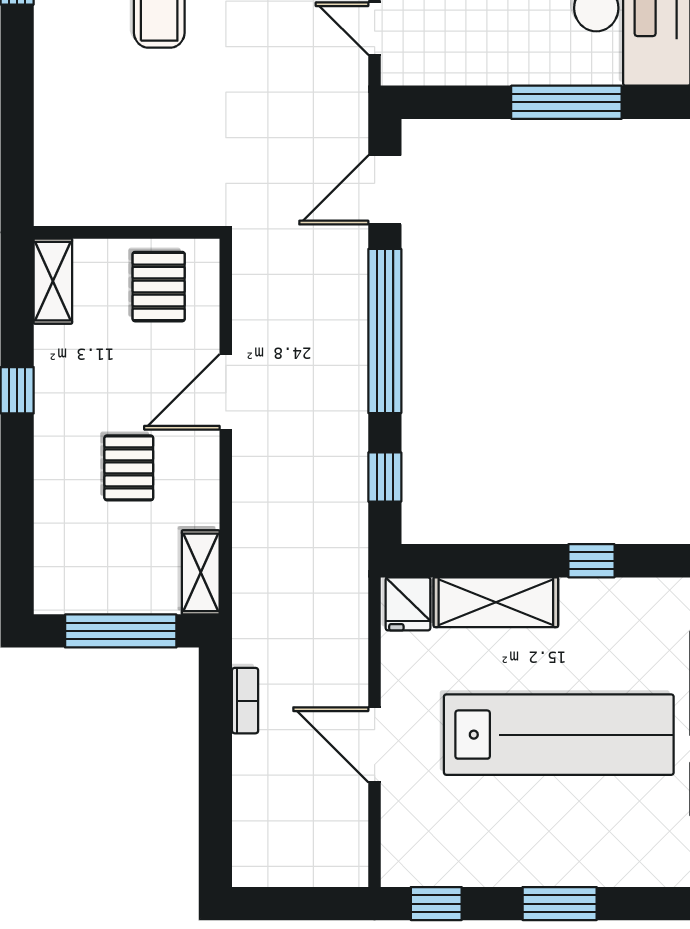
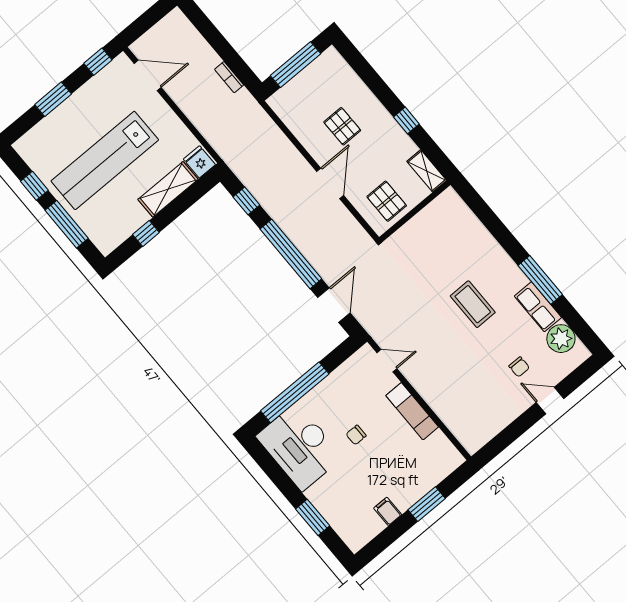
window: (566, 102) -> (295, 392), width x1.46
shelving: (201, 572) -> (284, 110), removed
door: (375, 745) -> (148, 75), moved

